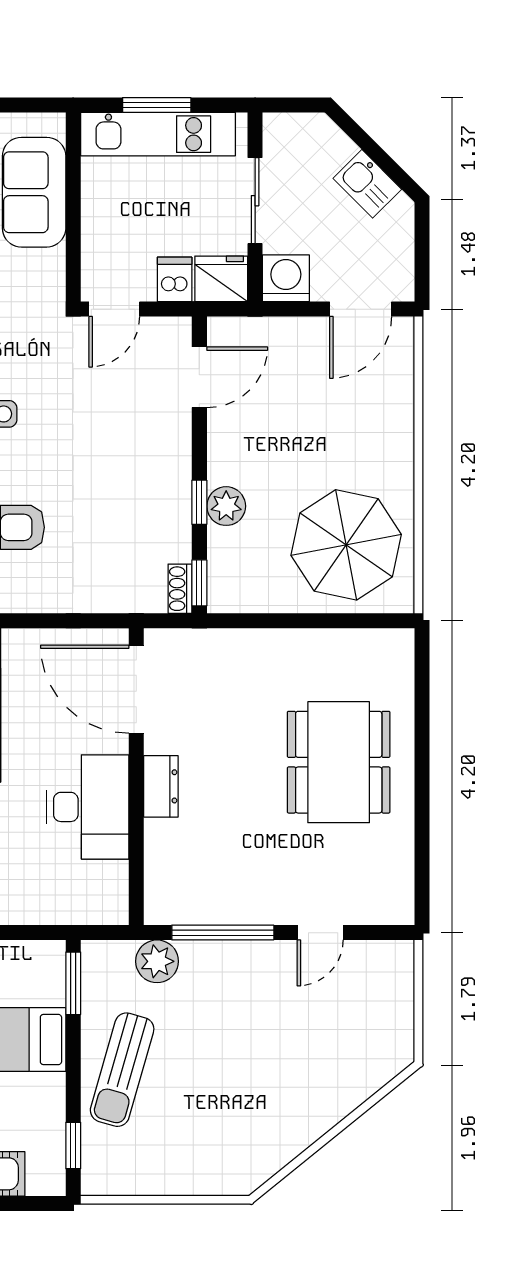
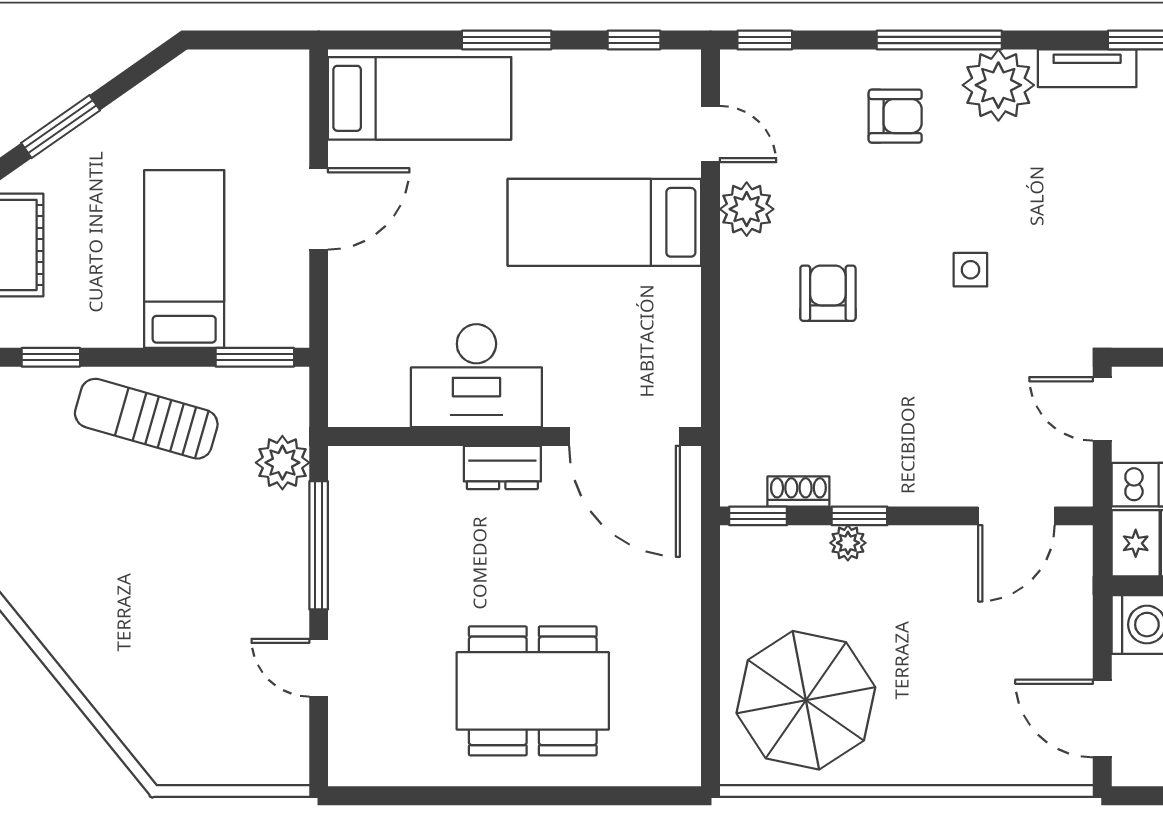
door: (199, 377) -> (1016, 516), hinge flipped
plant: (226, 506) -> (848, 543), width x0.73, depth x0.73
shoe rack: (180, 589) -> (798, 491), moved
door: (136, 689) -> (625, 437), swing flipped

